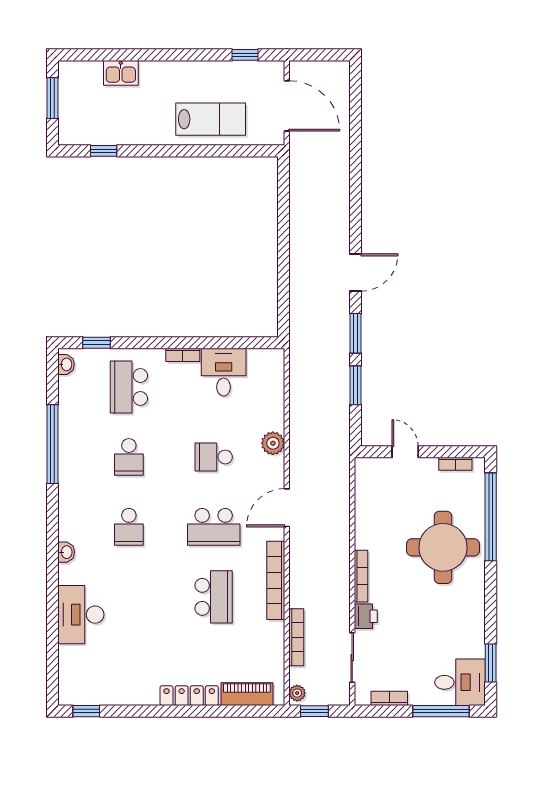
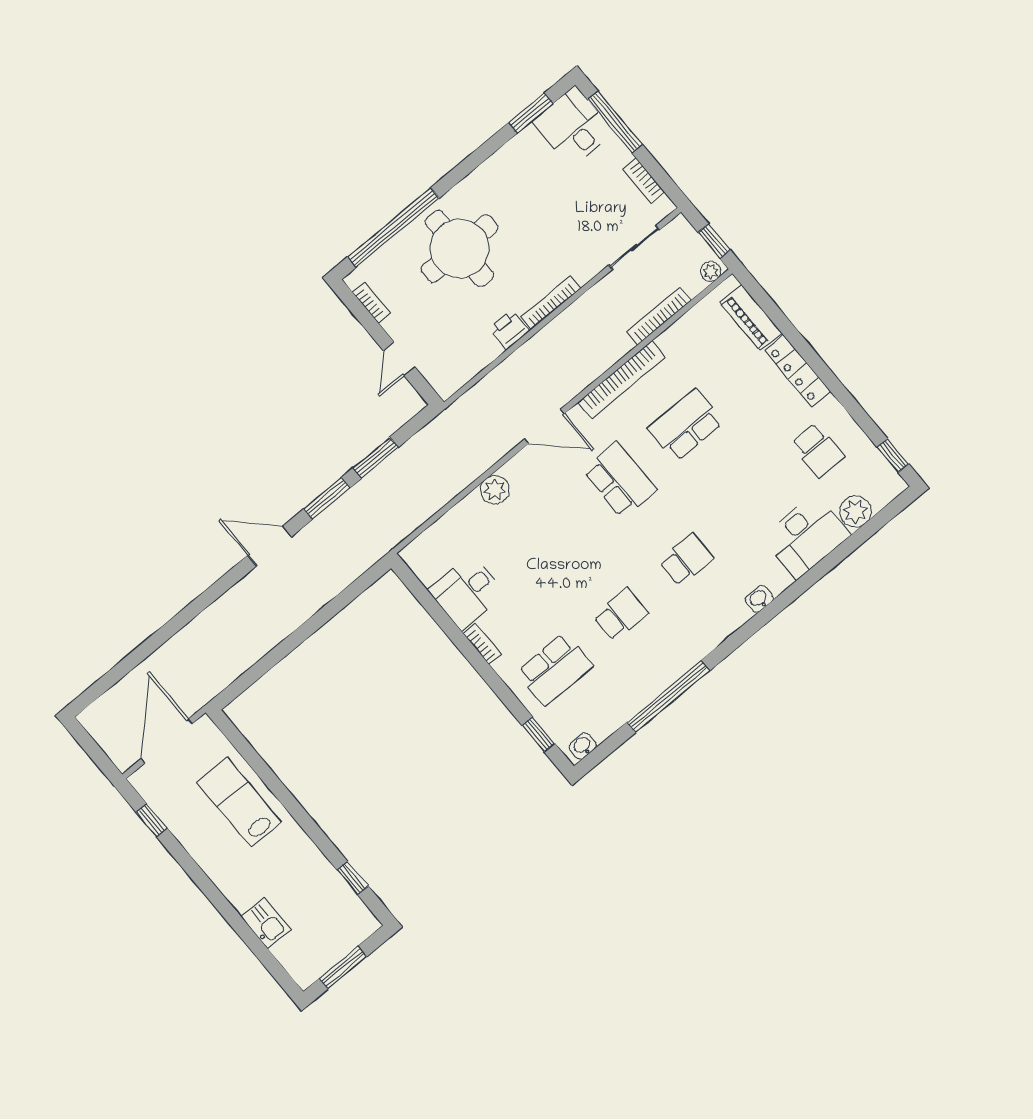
school desk: (214, 457) -> (818, 450), moved
printer: (366, 616) -> (509, 330), moved
plant: (71, 658) -> (855, 511), added

